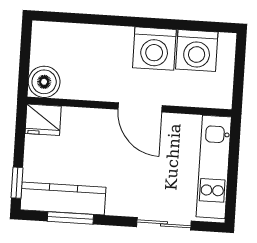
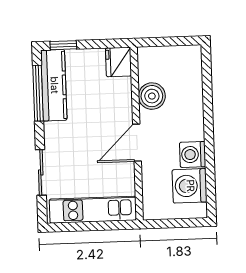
washing machine: (154, 49) -> (193, 154), width x0.73, depth x0.73
boiler: (44, 82) -> (152, 96), moved
window: (70, 218) -> (38, 93), width x1.44

